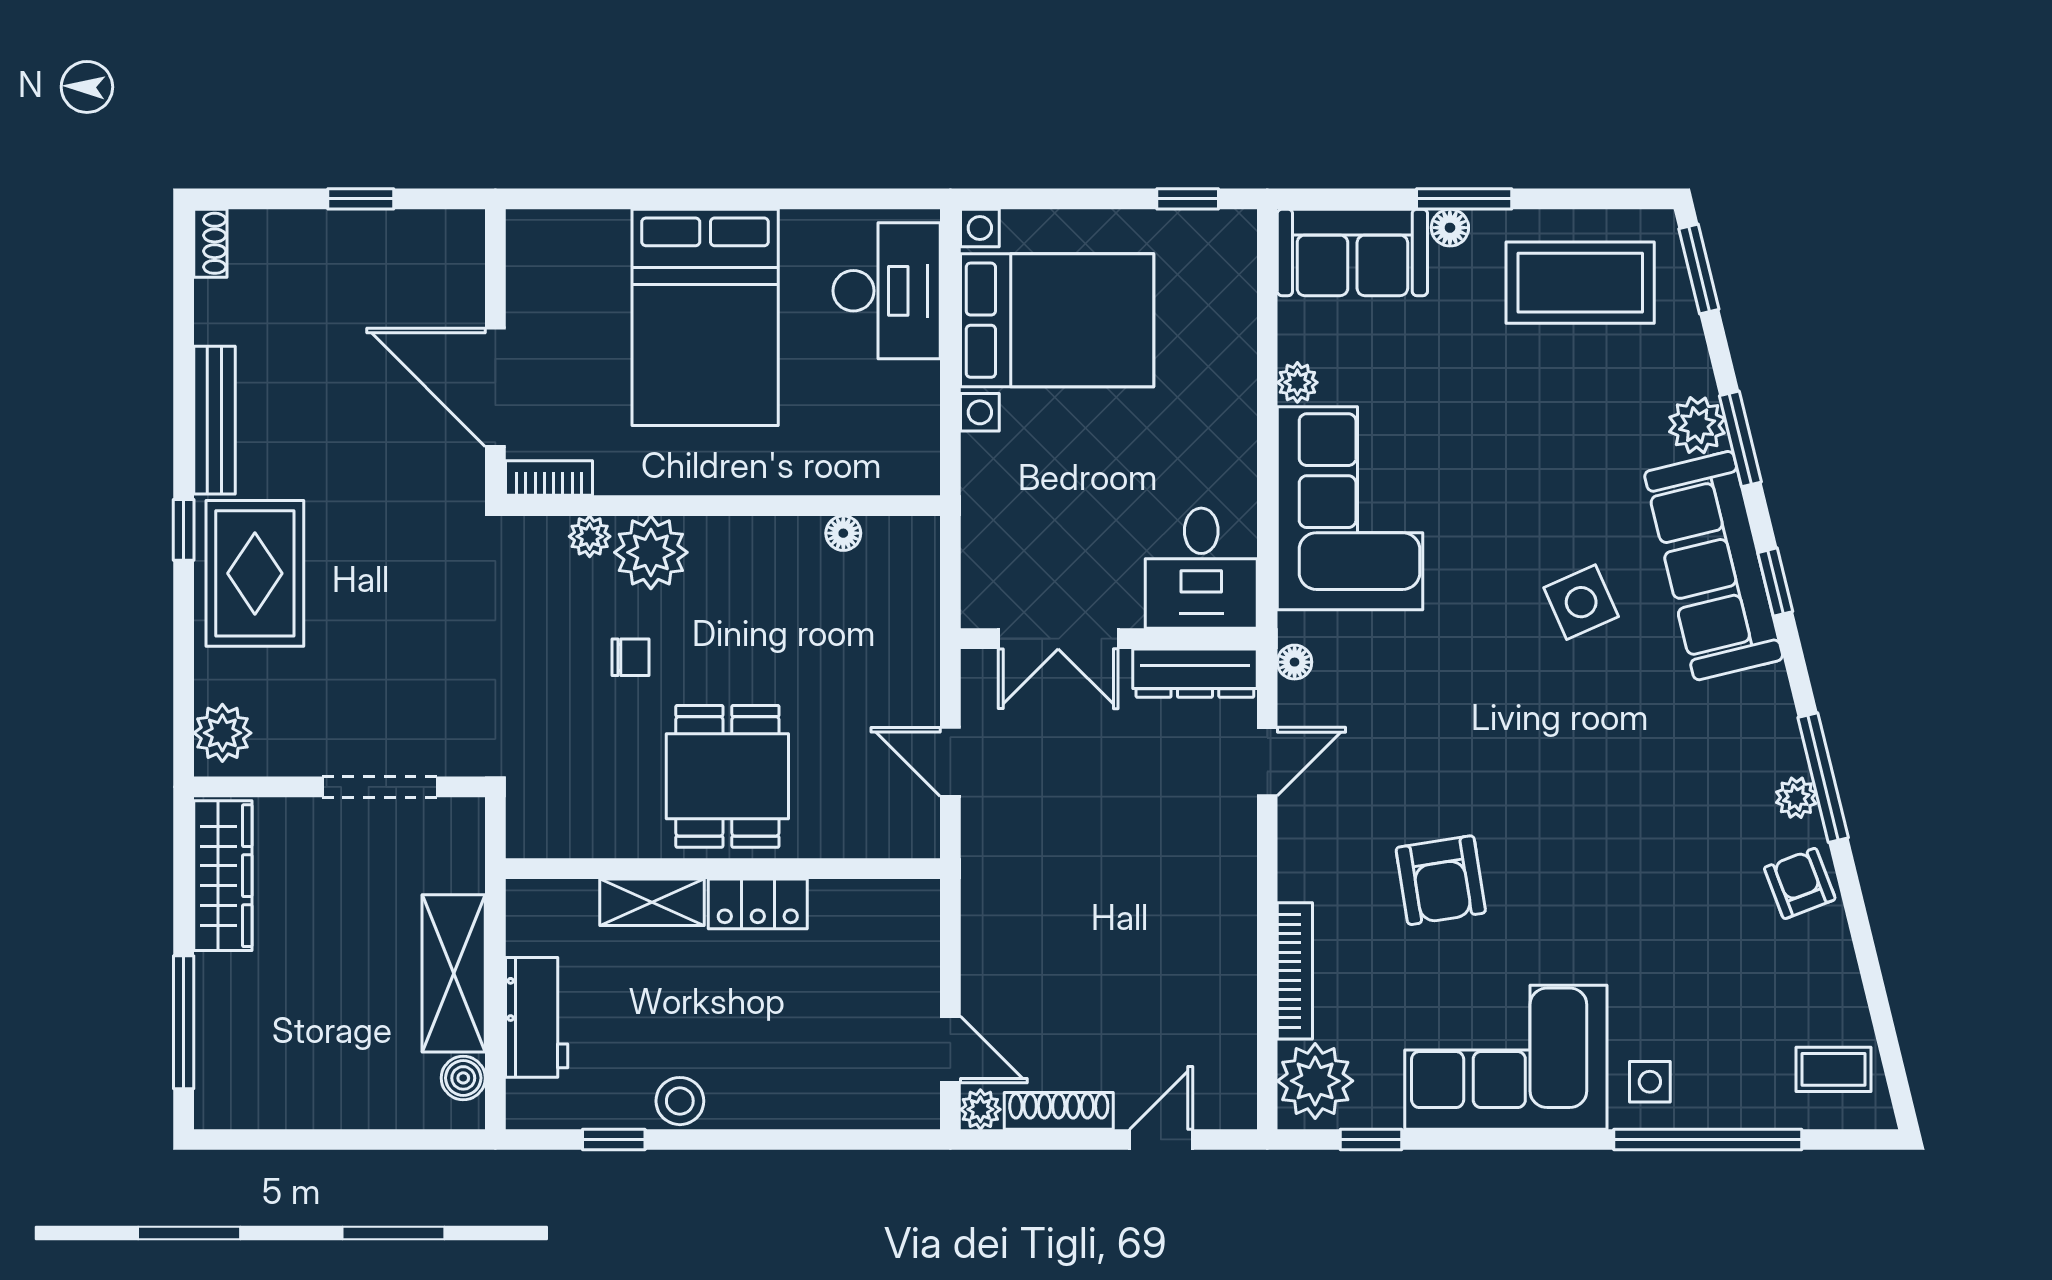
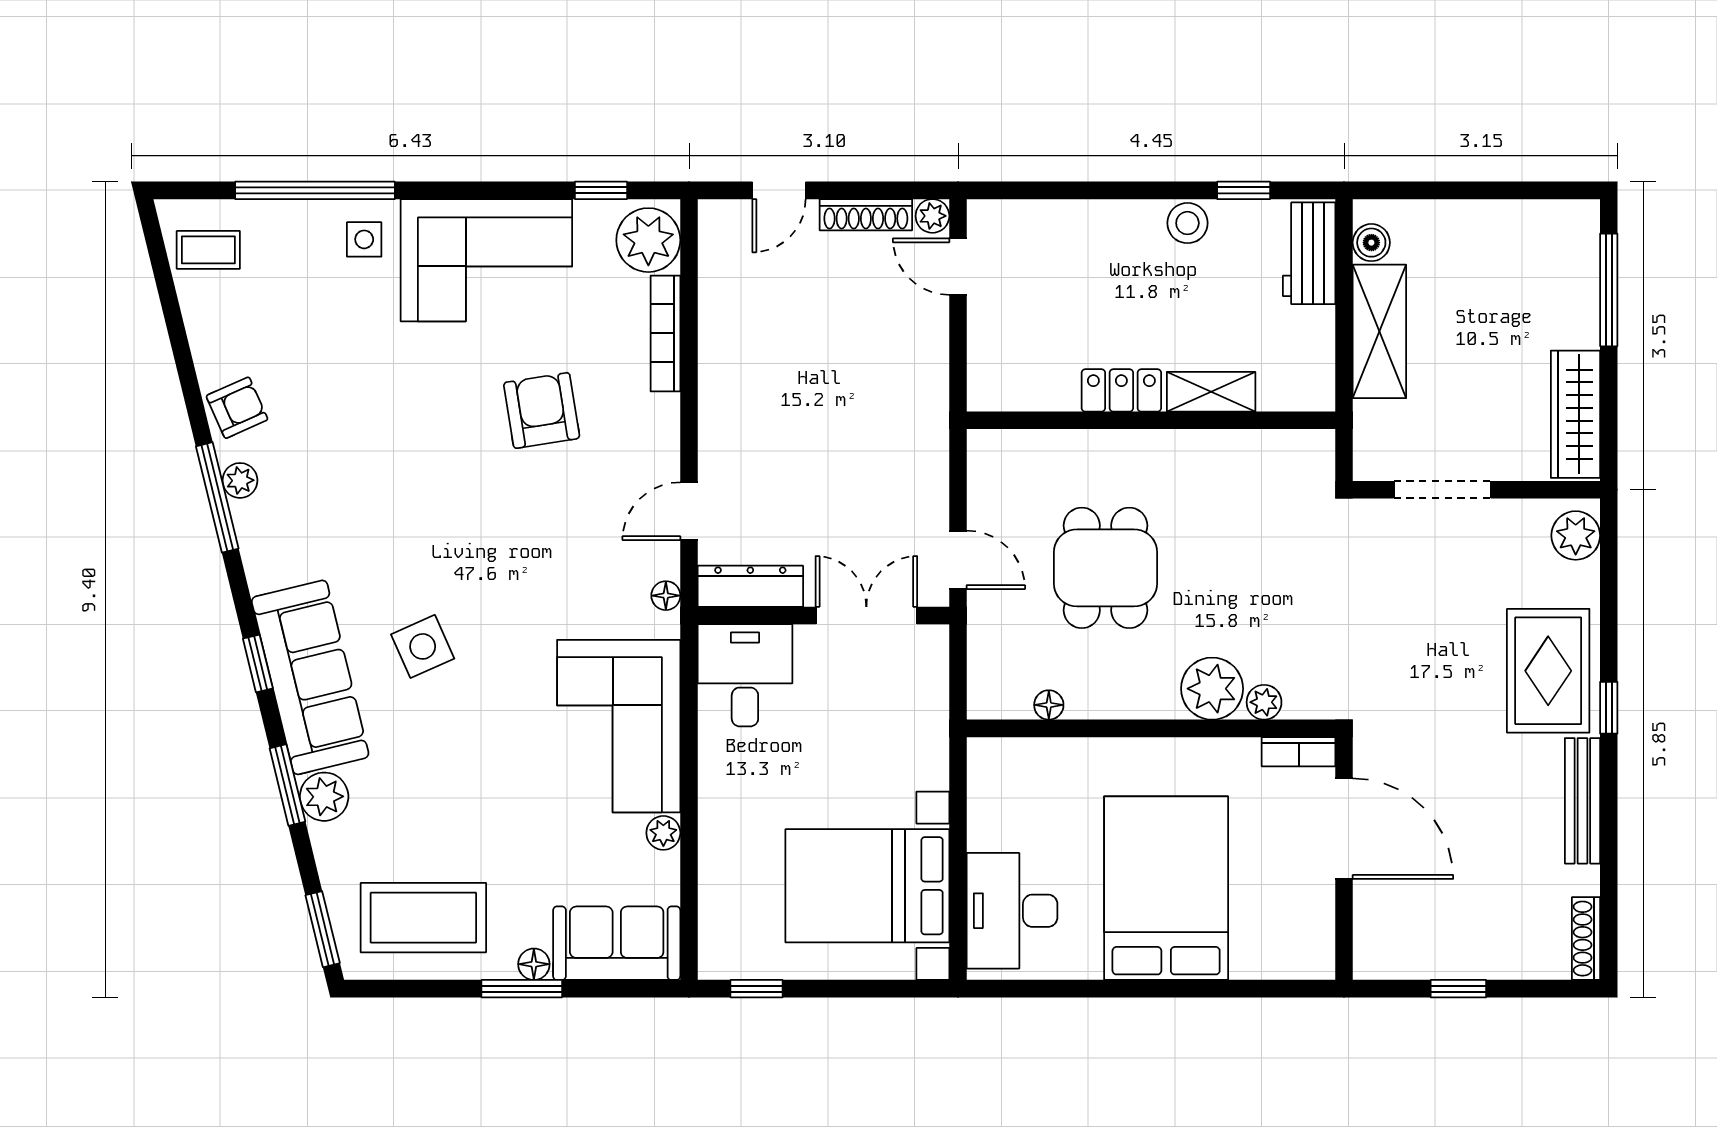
shoe rack: (210, 243) -> (1586, 939), width x1.43
chair: (630, 657) -> (1229, 600), removed
door: (950, 762) -> (958, 560), moved
dining table: (727, 776) -> (1106, 568), moved
armchair: (1800, 883) -> (237, 408), turned -93
workbench: (537, 1017) -> (1309, 253), moved

